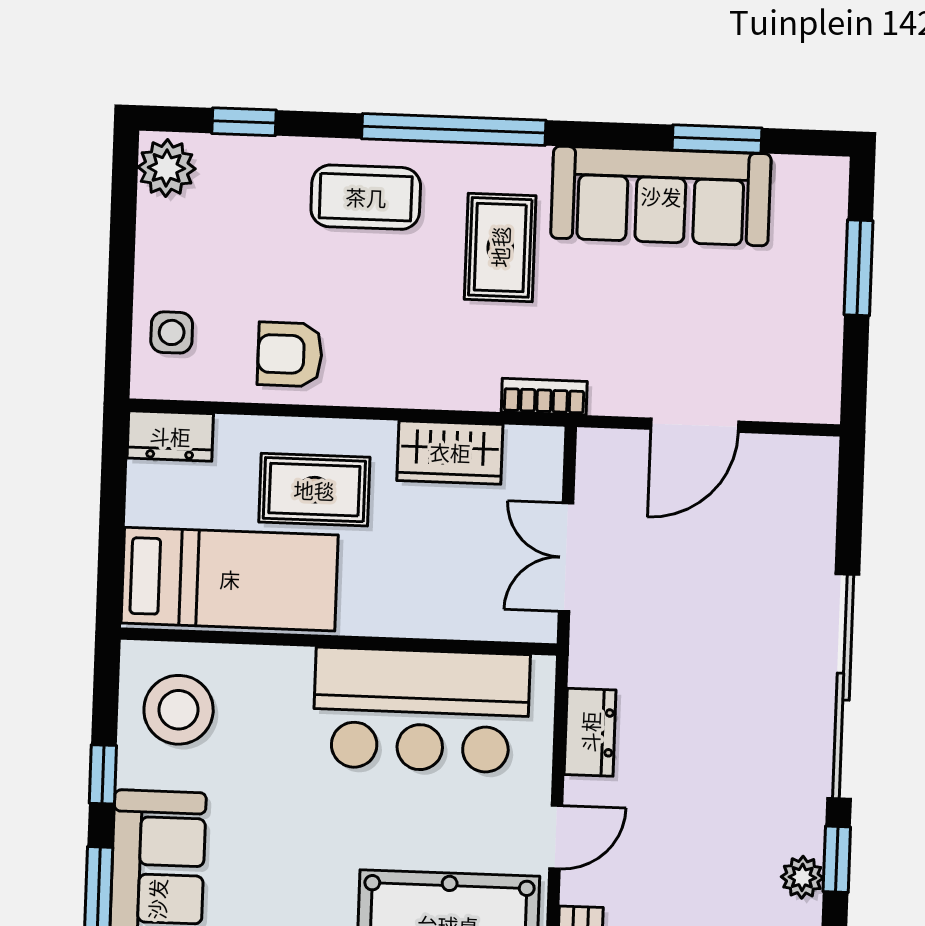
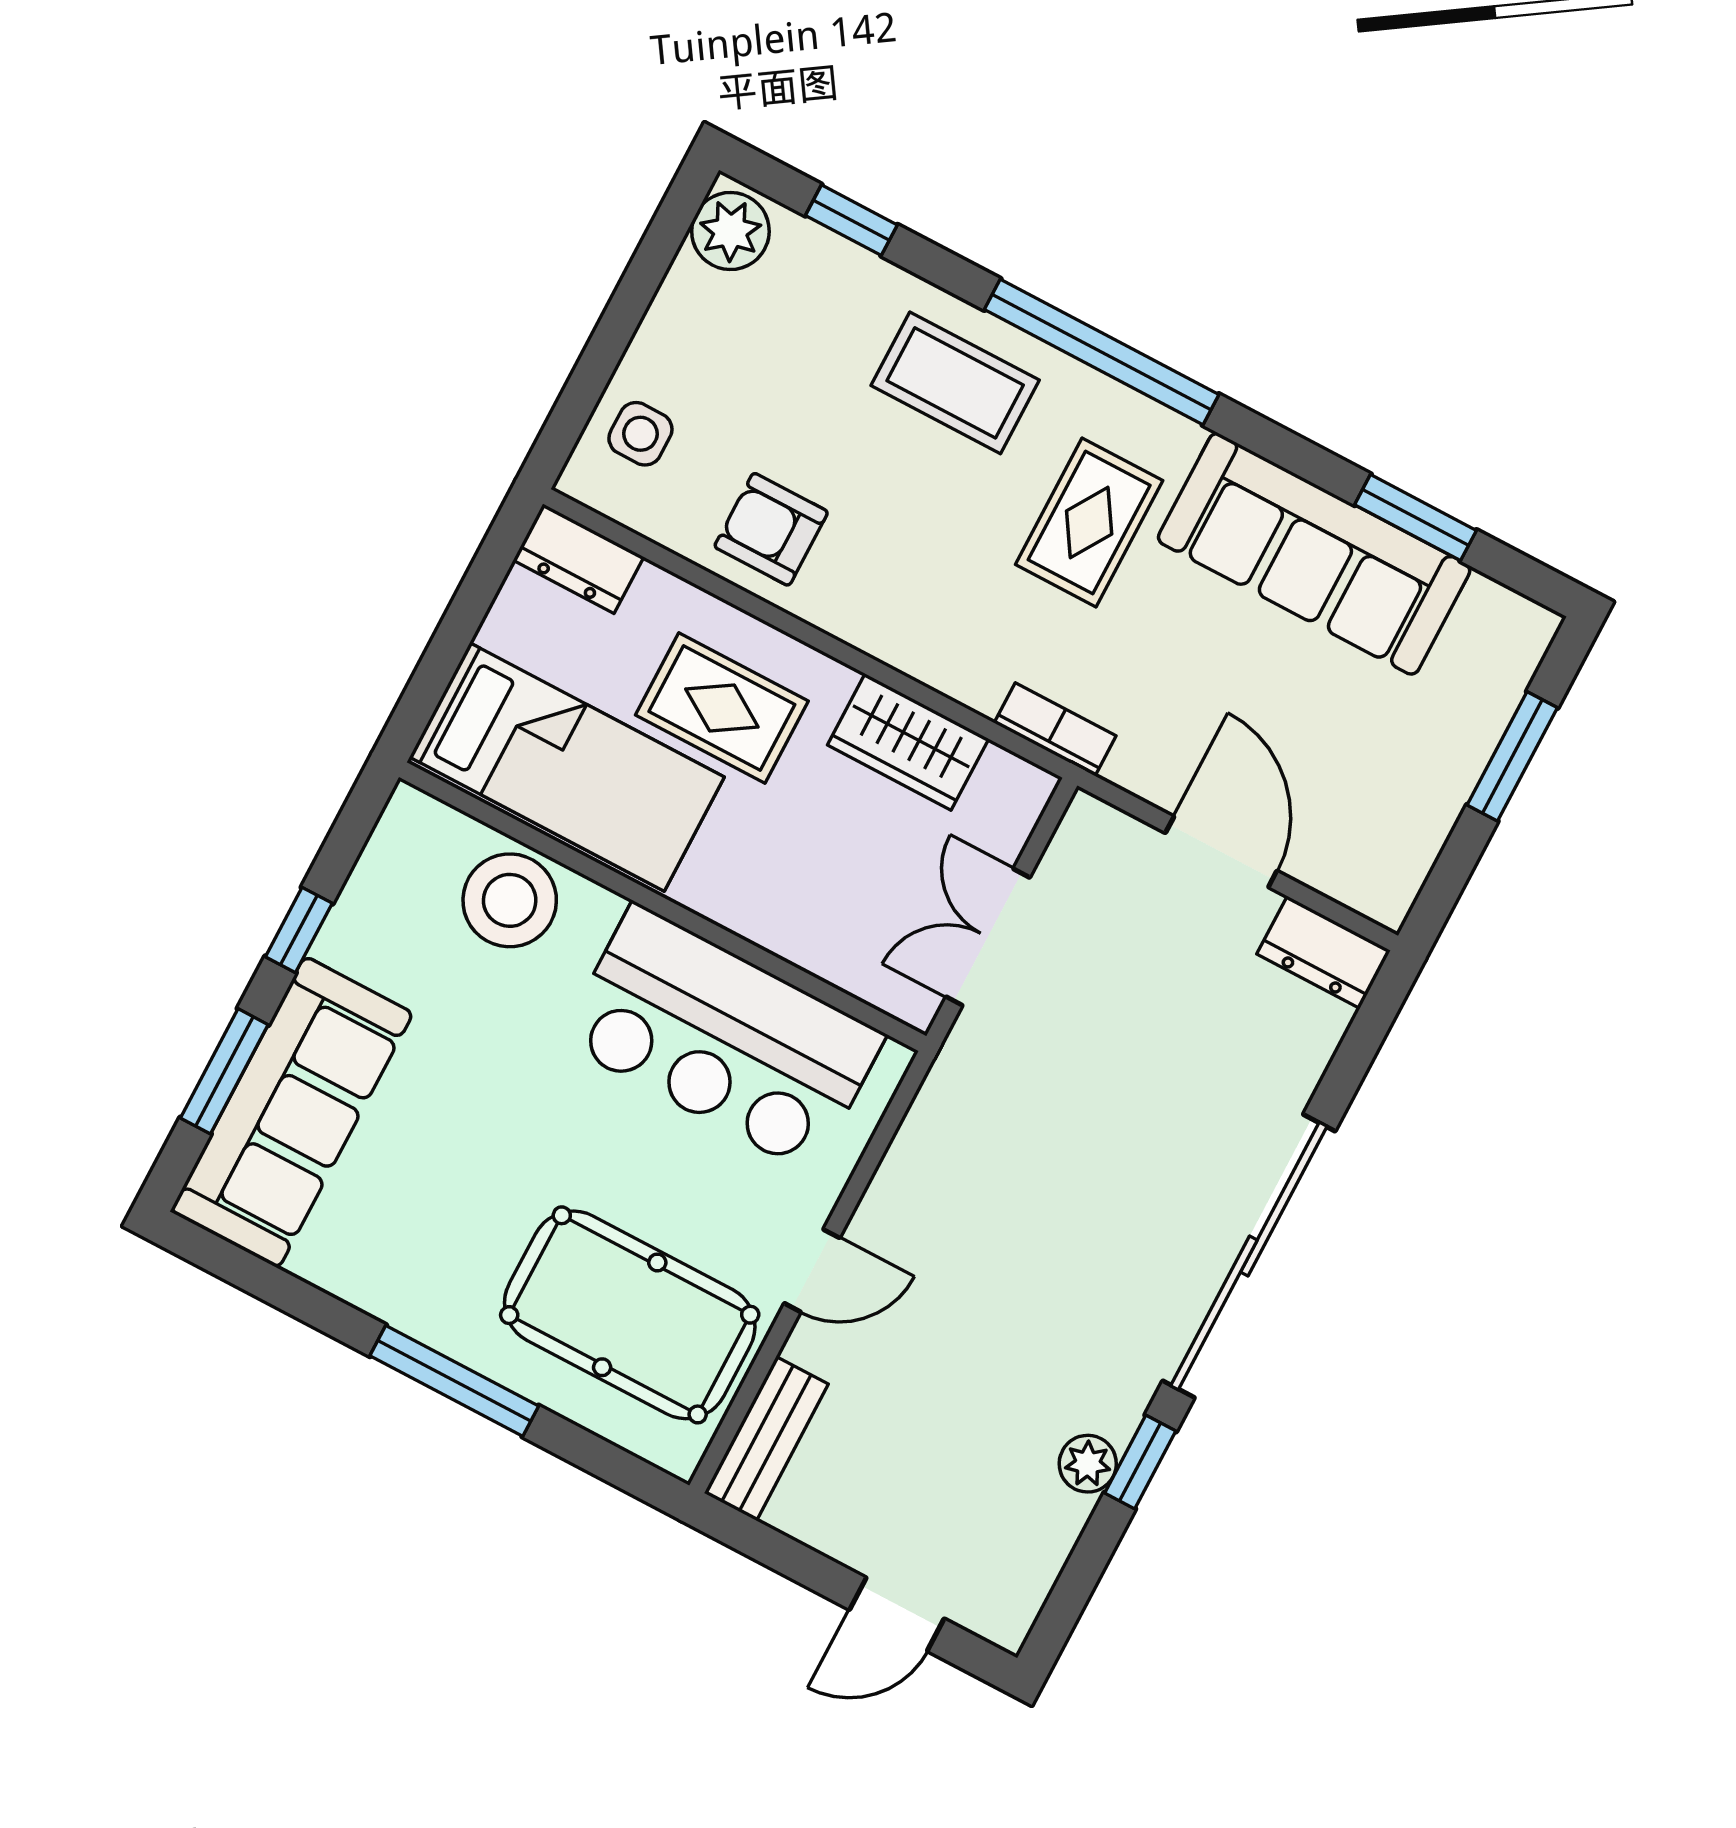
door: (695, 425) -> (1221, 852), swing flipped
stool: (179, 710) -> (510, 900), moved
dresser: (590, 732) -> (1324, 952), moved, turned 90

